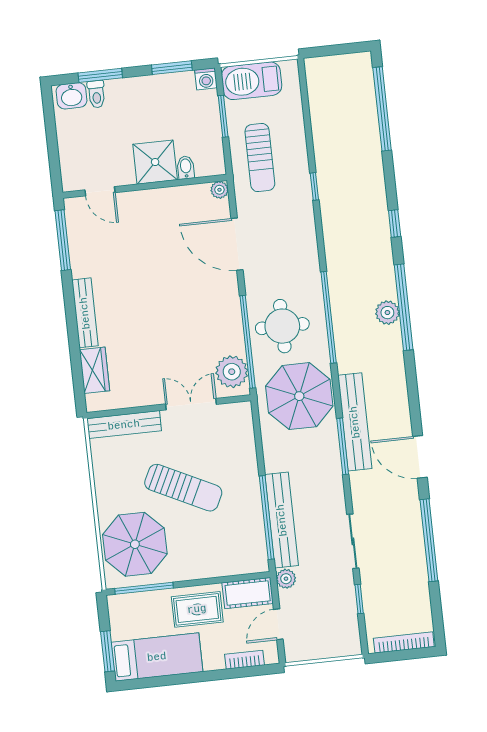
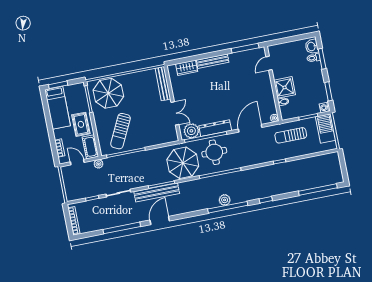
dresser: (230, 320) -> (215, 128), added
bench: (355, 422) -> (157, 192), moved
sun lounger: (183, 488) -> (121, 131), moved
bench: (282, 520) -> (125, 160), removed

